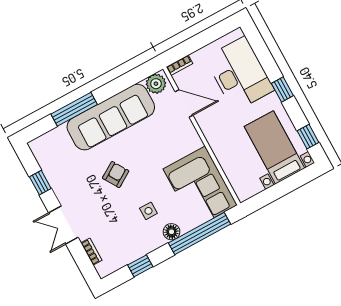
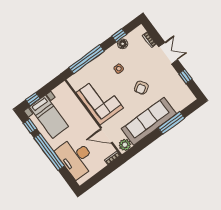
window: (282, 90) -> (49, 152), width x3.17
window: (297, 180) -> (33, 99), added
corner sofa: (200, 187) -> (100, 100), moved
floor lamp: (171, 232) -> (123, 44), moved

